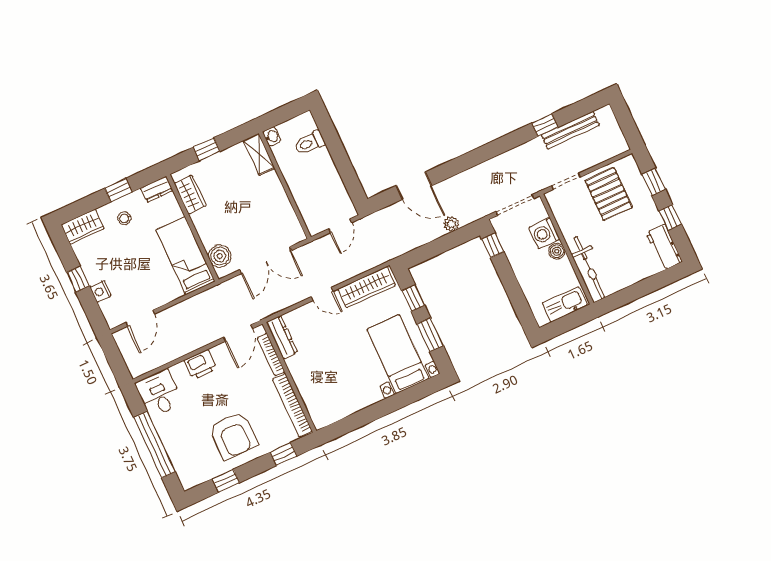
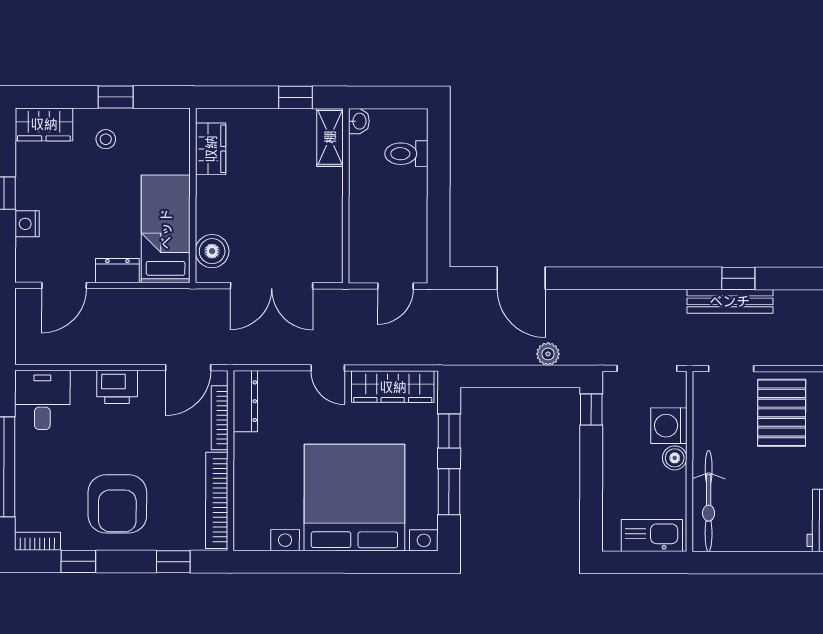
bench: (570, 130) -> (730, 301), moved
window: (207, 149) -> (295, 97), moved
dresser: (157, 189) -> (117, 271), moved, turned 180
bed with nightstands: (398, 354) -> (354, 498), width x1.85
bookcase: (196, 480) -> (37, 541), added

